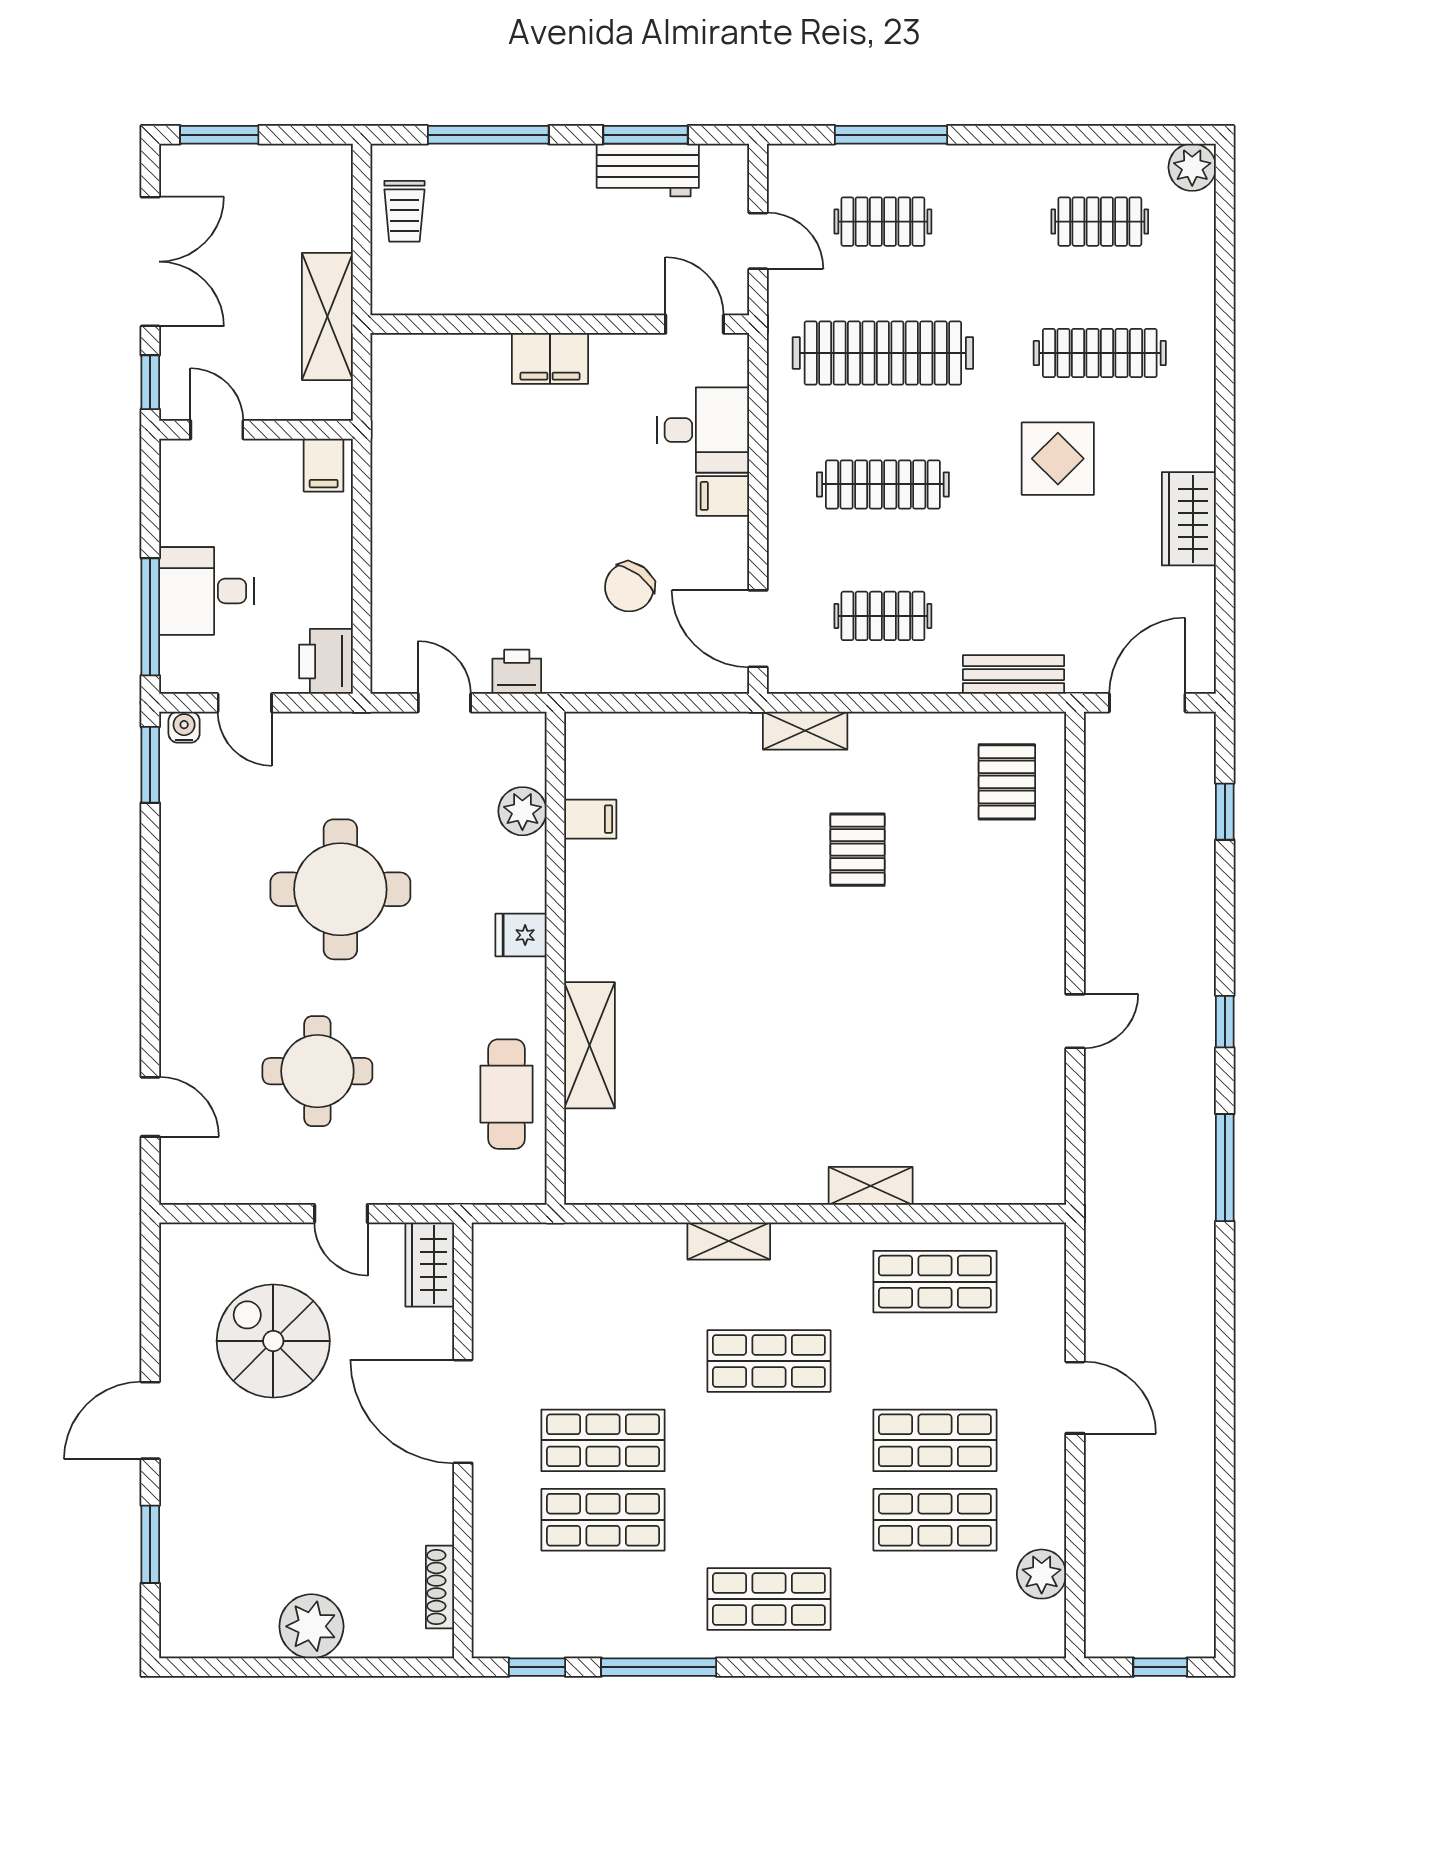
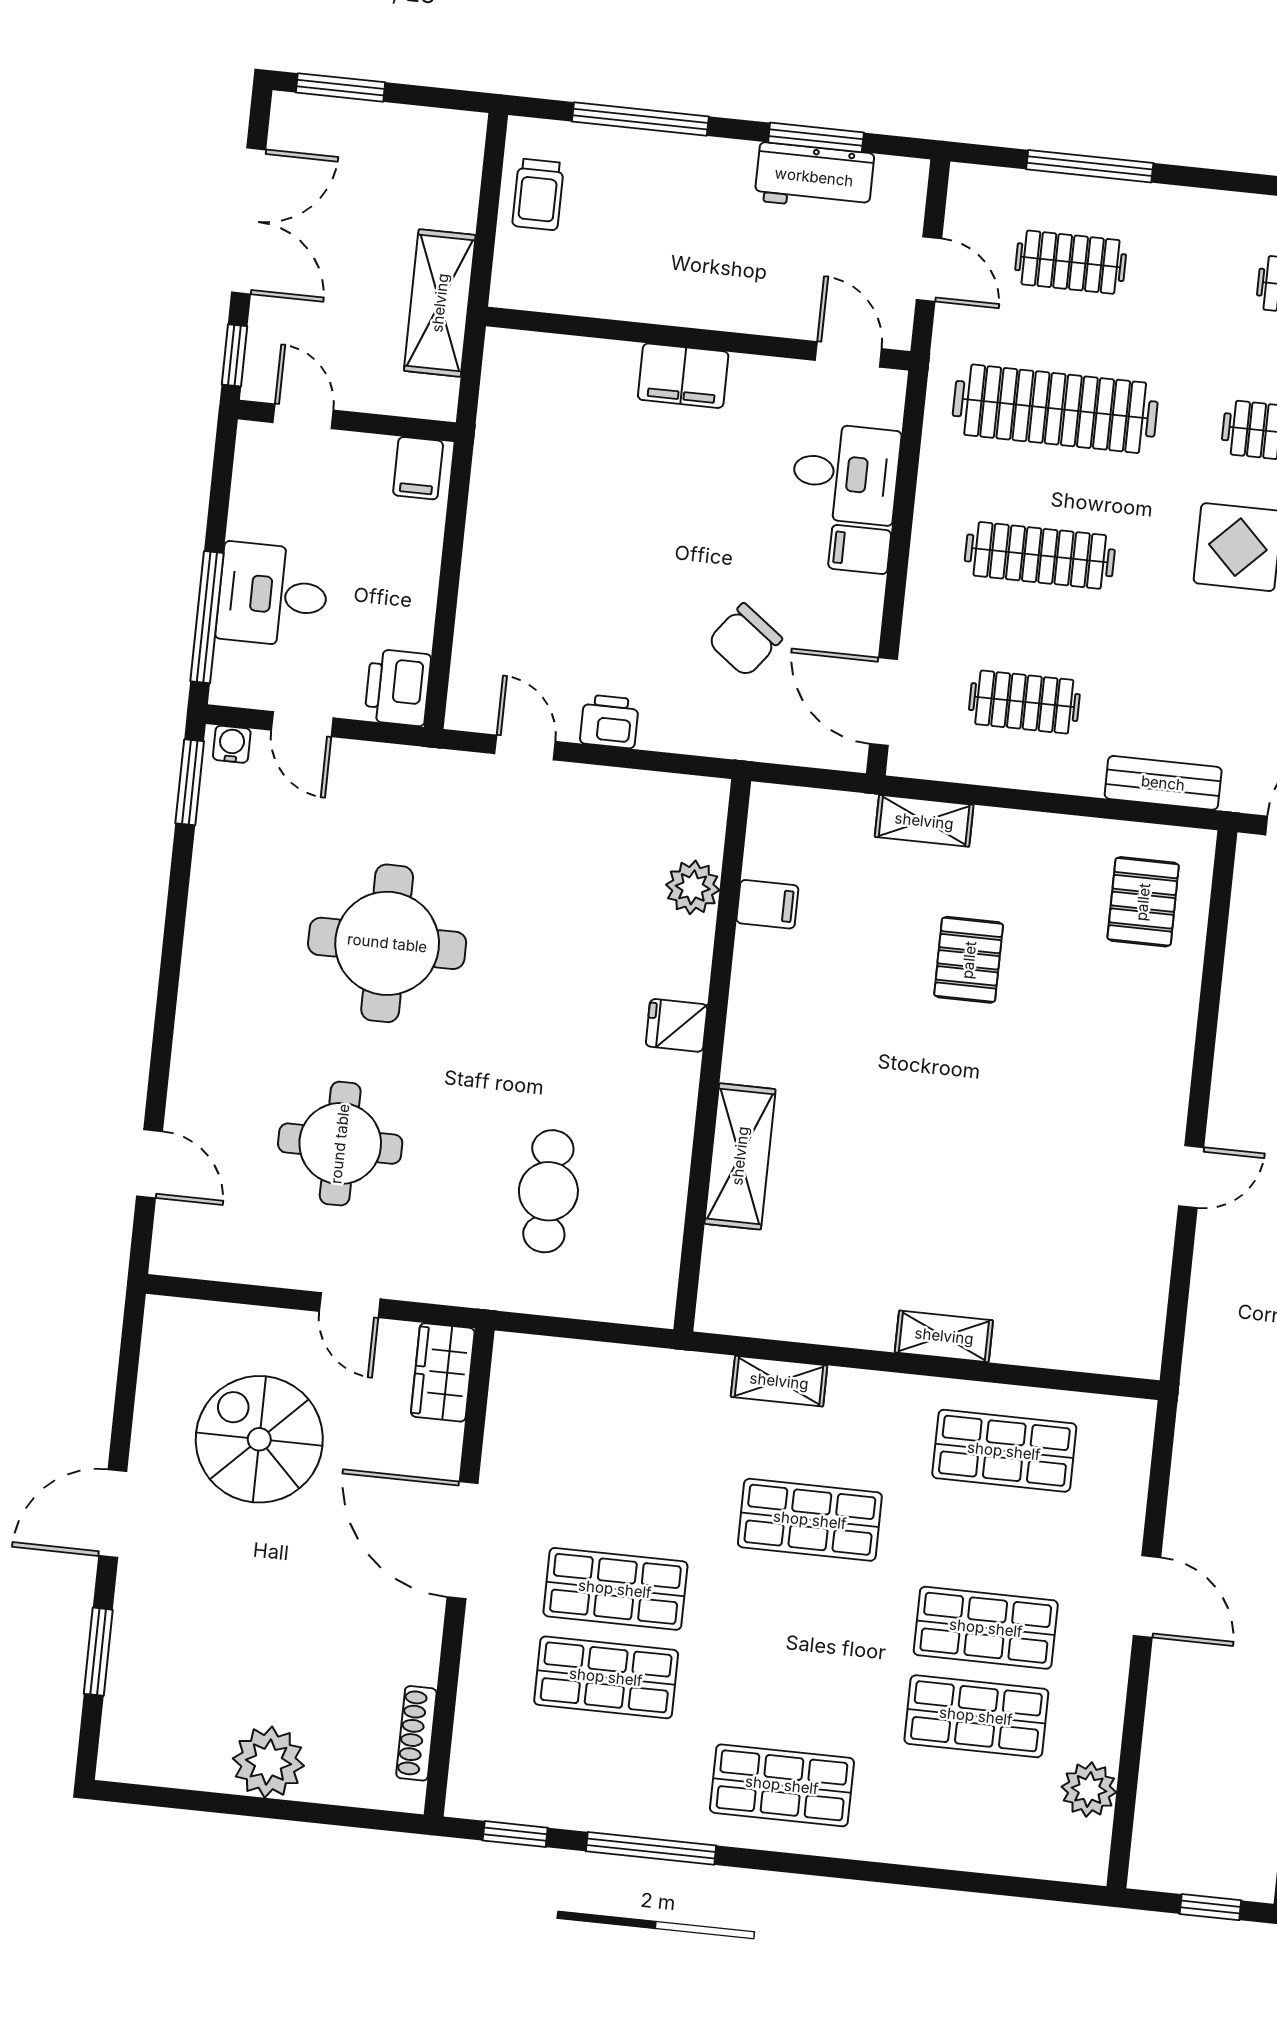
plant: (522, 811) -> (693, 887), moved
filing cabinet: (590, 819) -> (767, 904), moved
fridge: (521, 935) -> (677, 1025), moved
wall: (555, 958) -> (712, 1055), moved
shelving: (589, 1045) -> (740, 1156), moved

